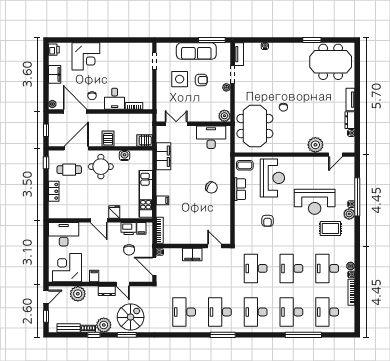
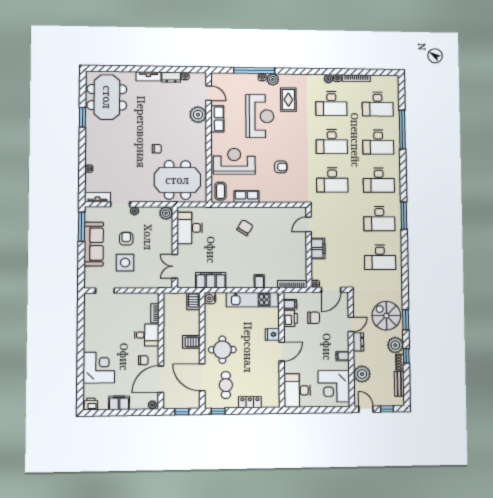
water cooler: (124, 156) -> (210, 298), moved
row of seats: (312, 163) -> (217, 119), added

